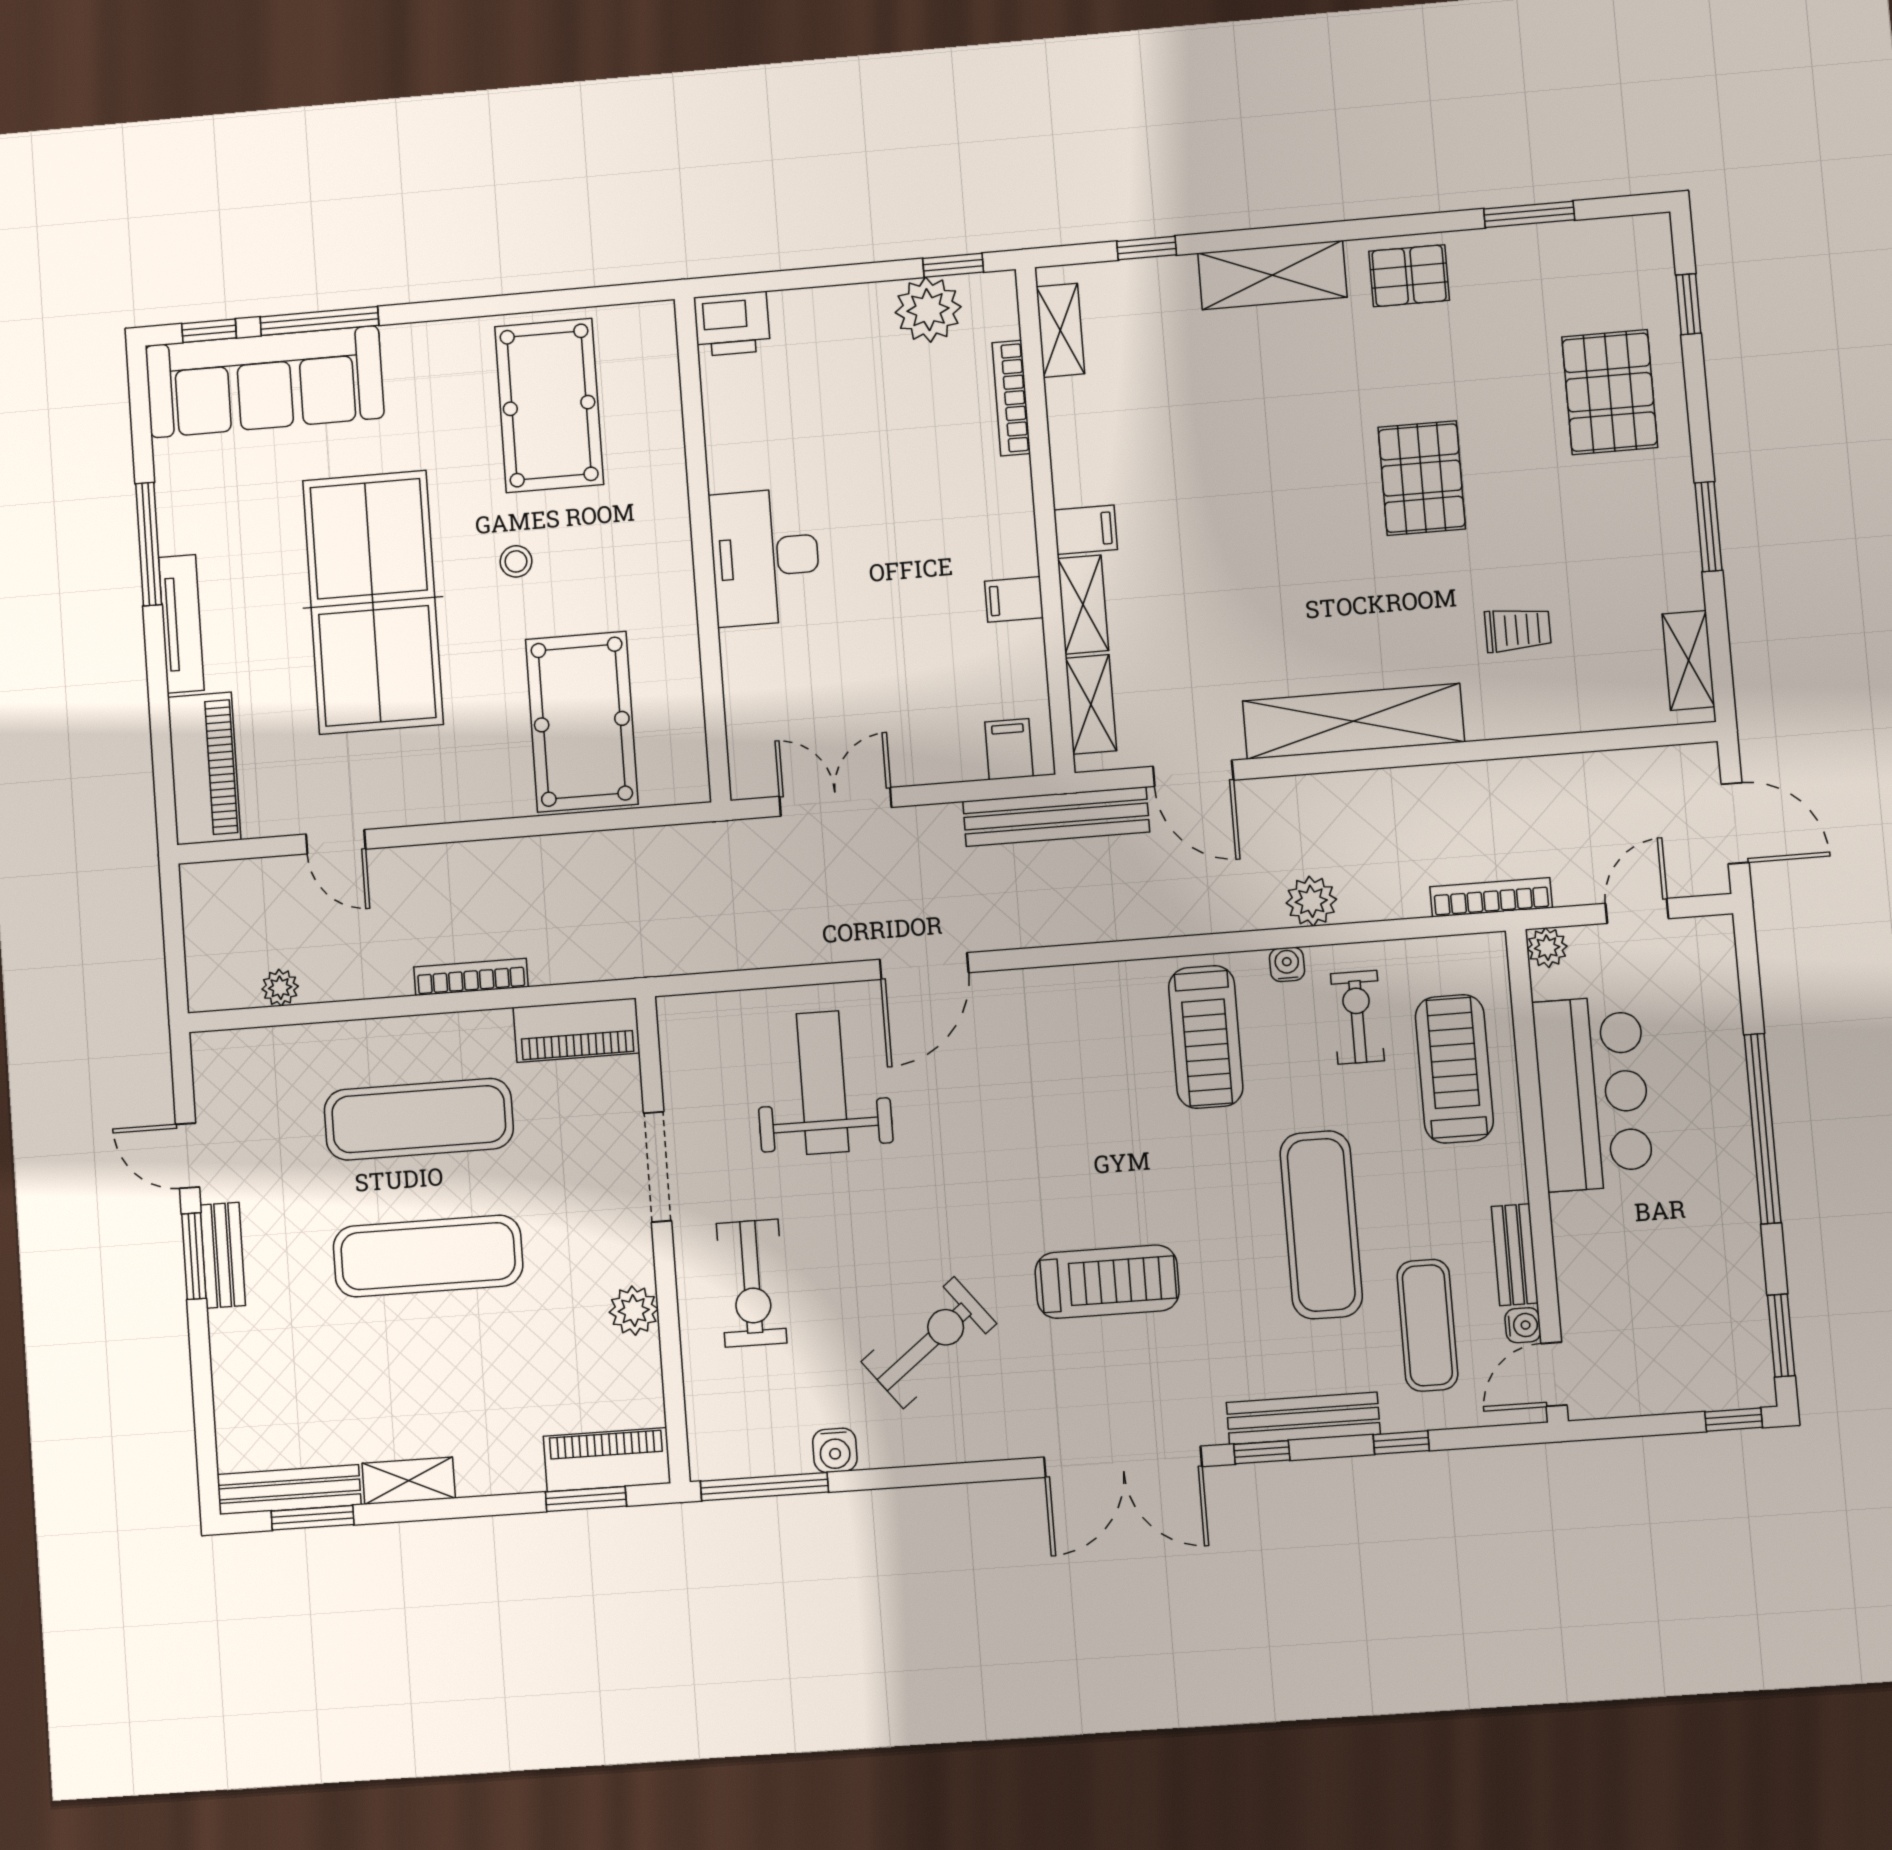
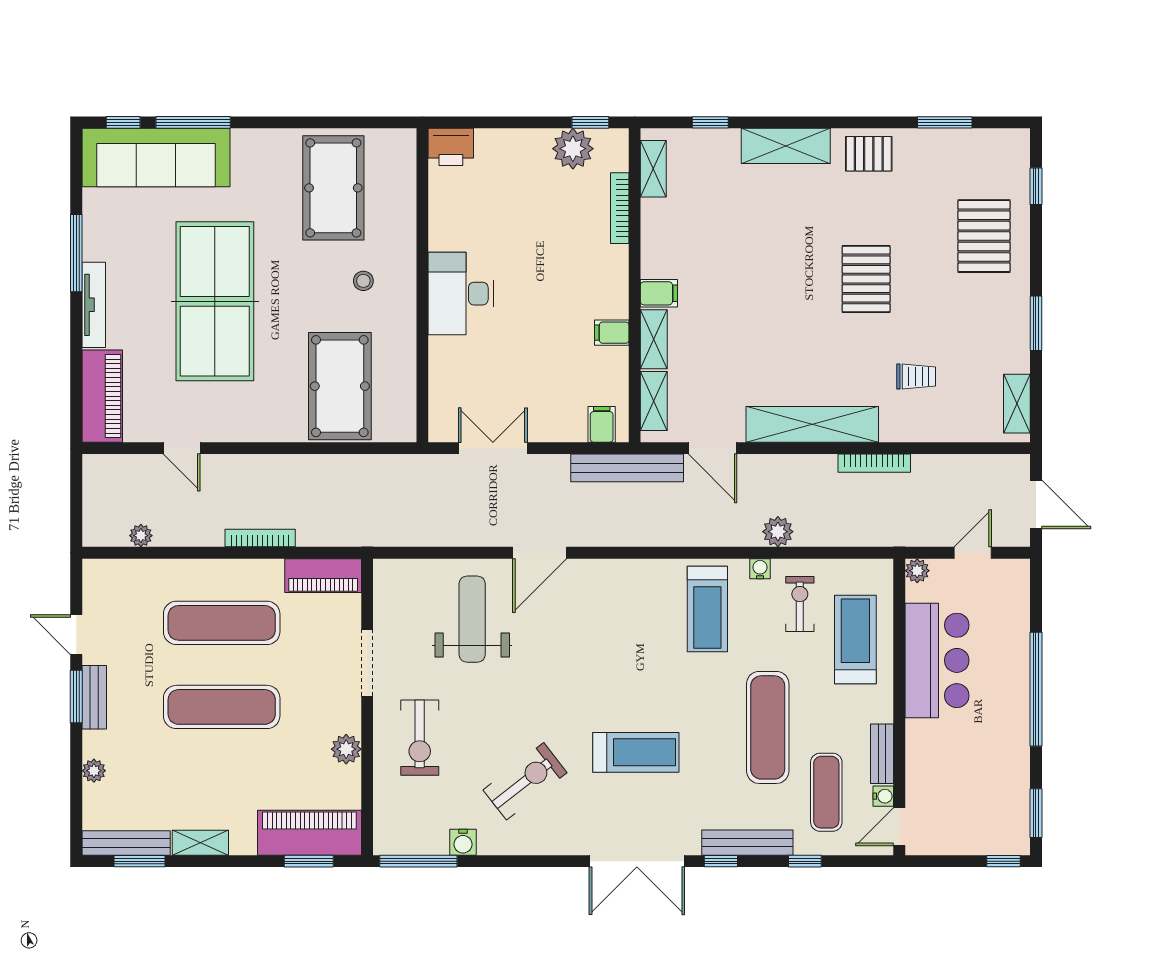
stool: (516, 561) -> (363, 281), moved
bookcase: (1491, 897) -> (874, 463), moved, turned 180
plant: (230, 1375) -> (94, 771), added
piano: (607, 1460) -> (309, 833), width x1.37, depth x1.33

